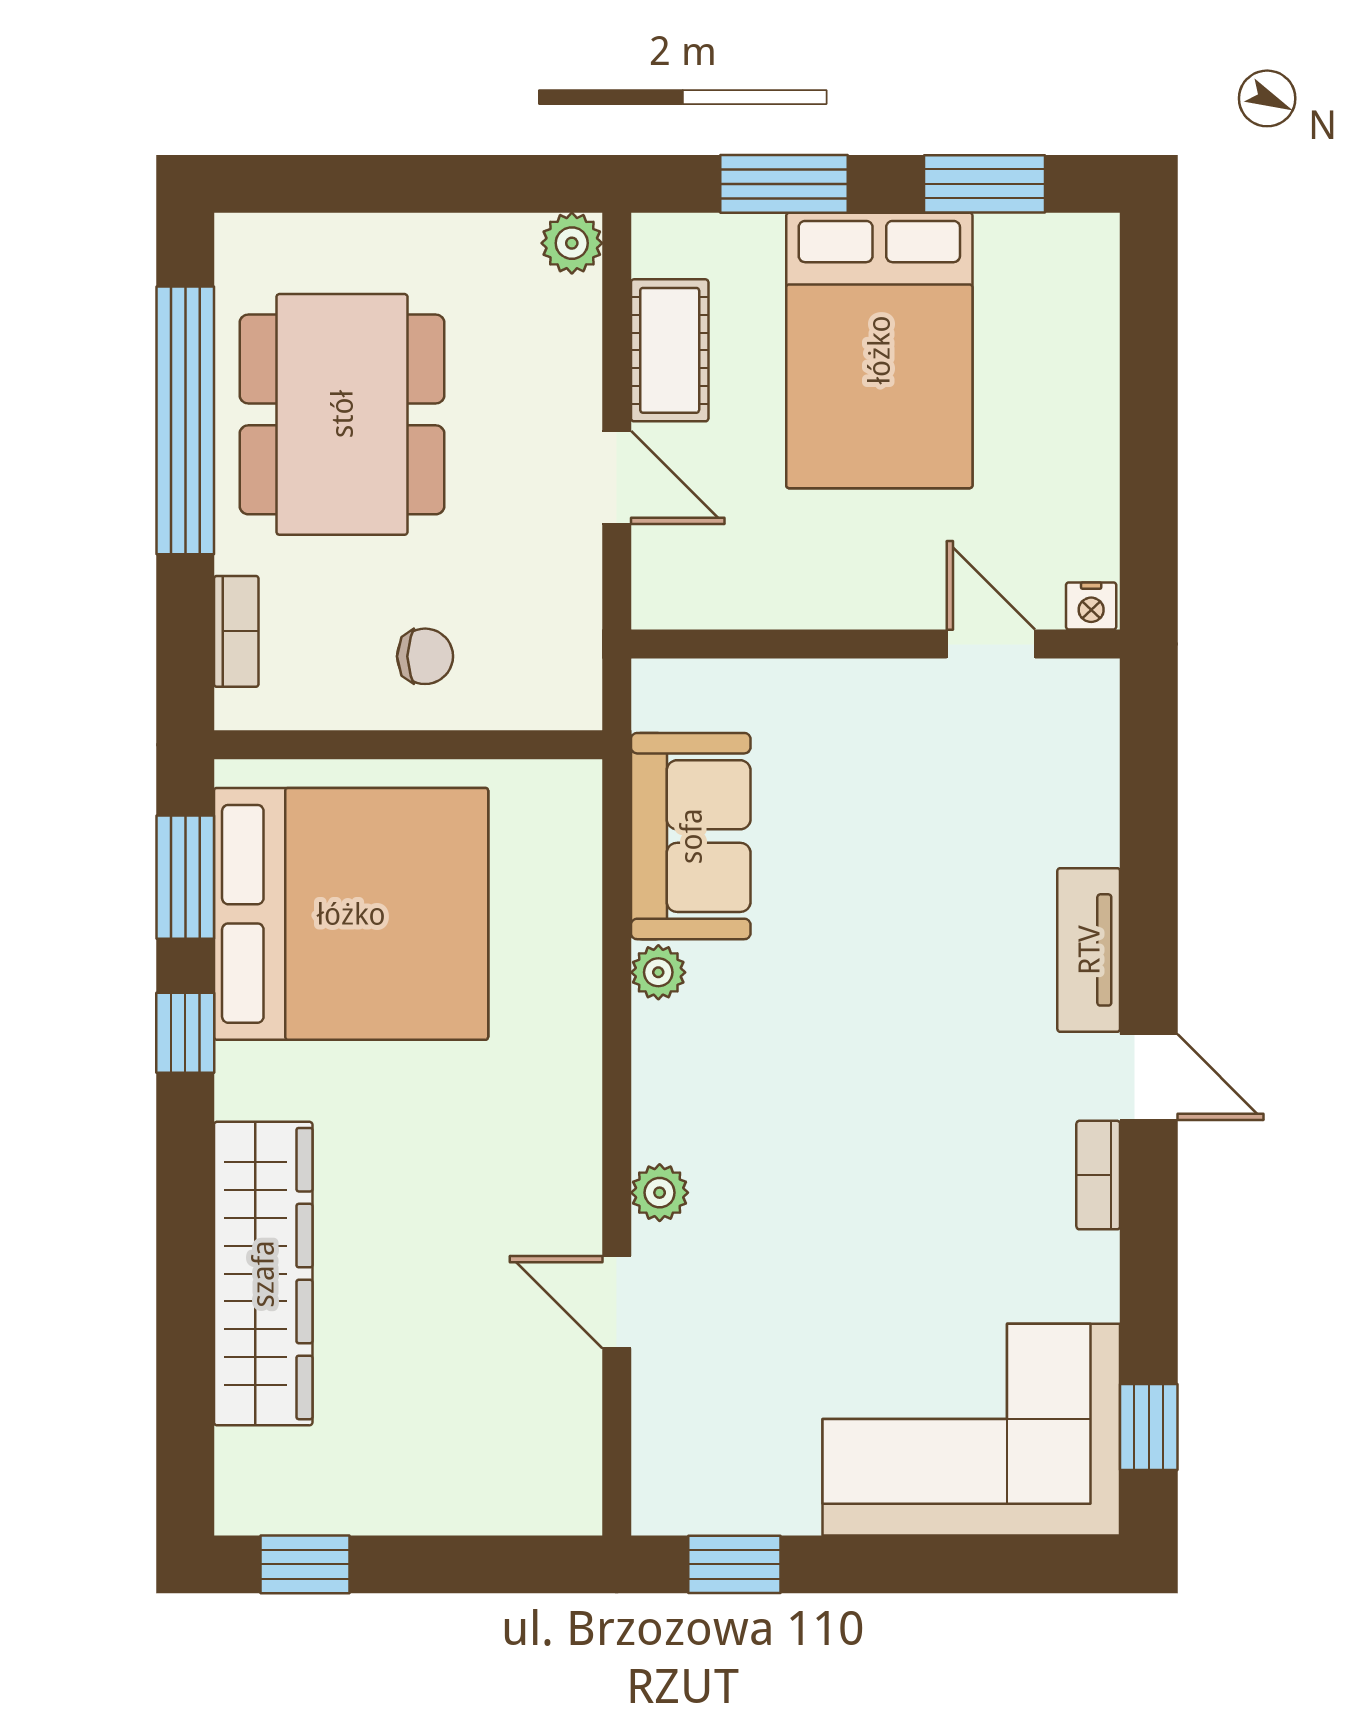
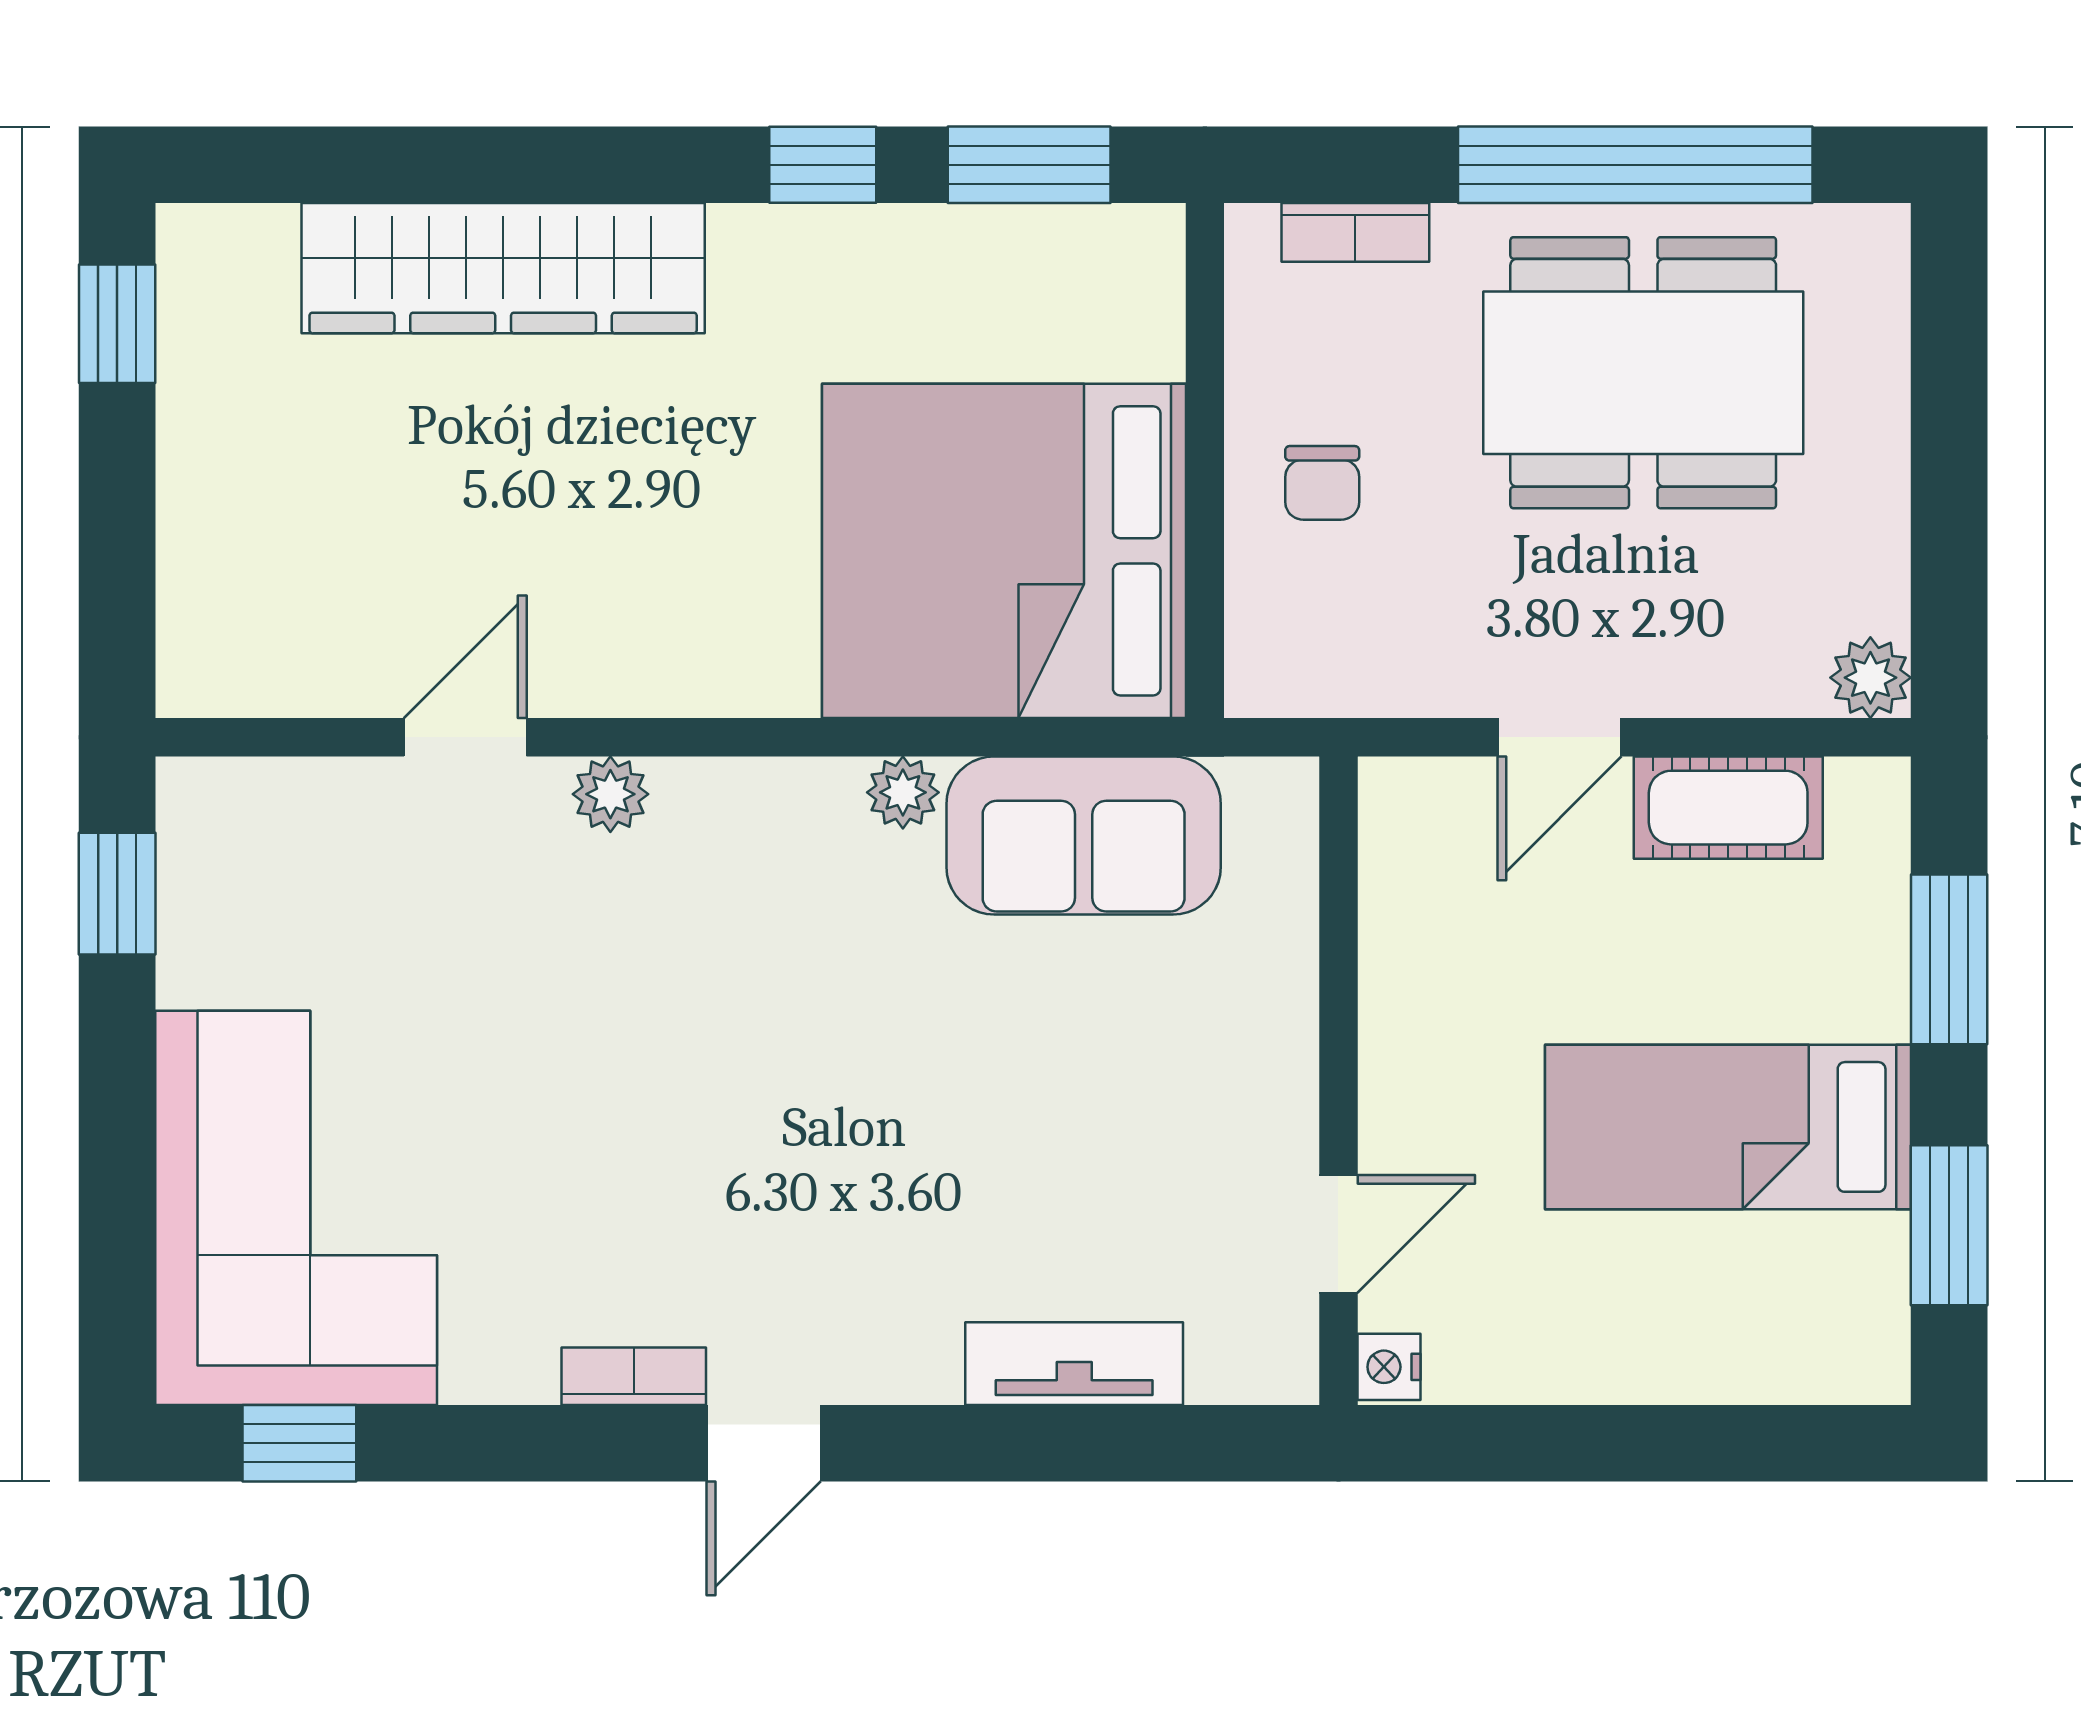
bed: (879, 350) -> (1728, 1127), width x0.67
bed: (351, 914) -> (1004, 551), moved, turned 90
tv unit: (1089, 950) -> (1074, 1364), moved

